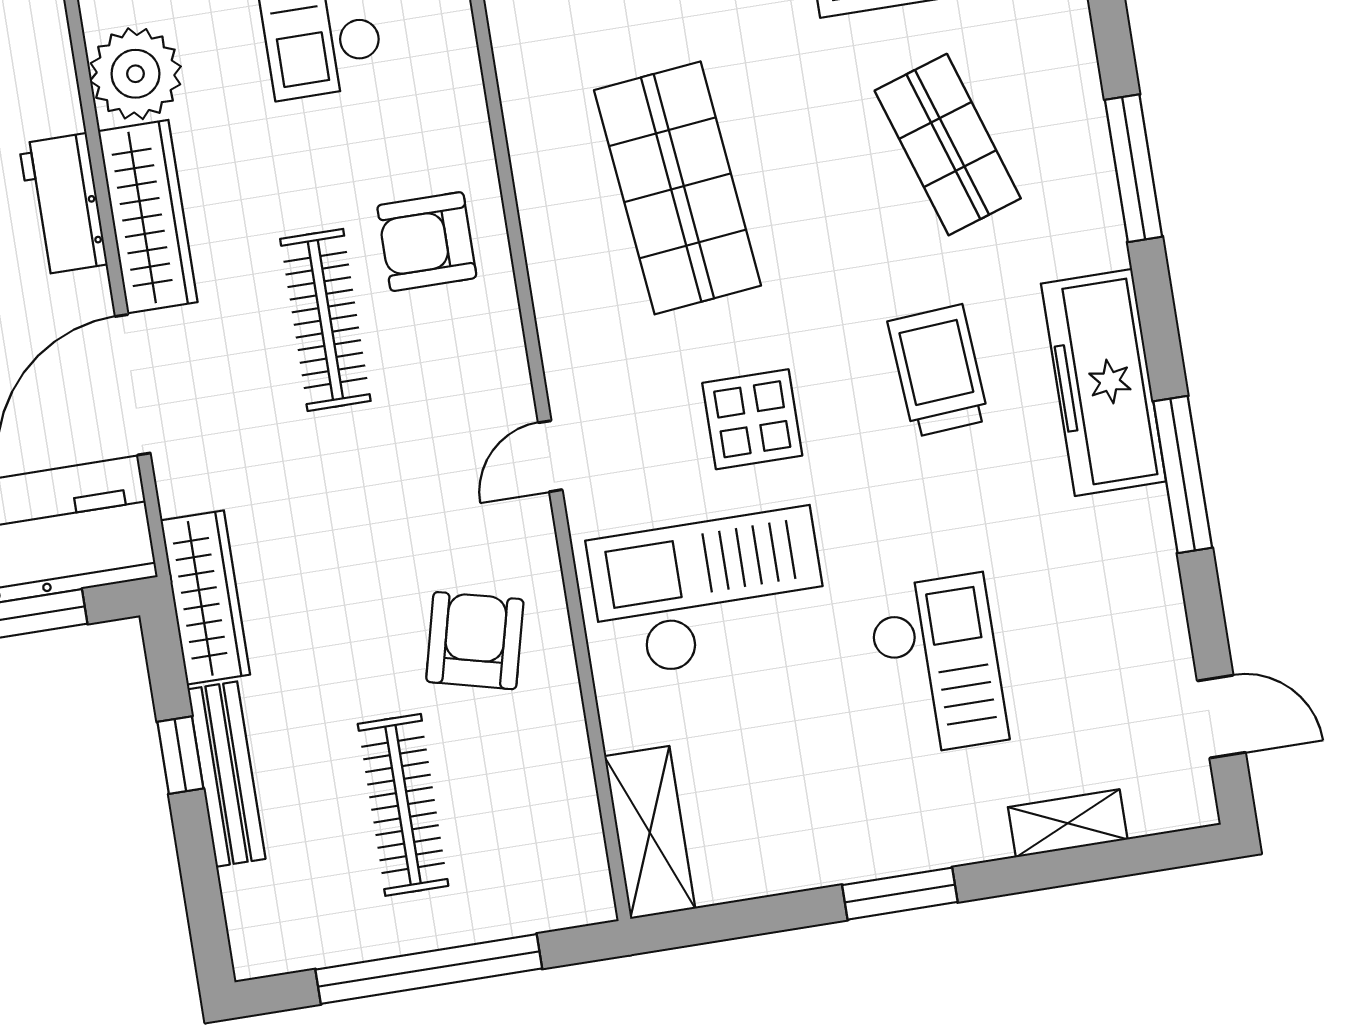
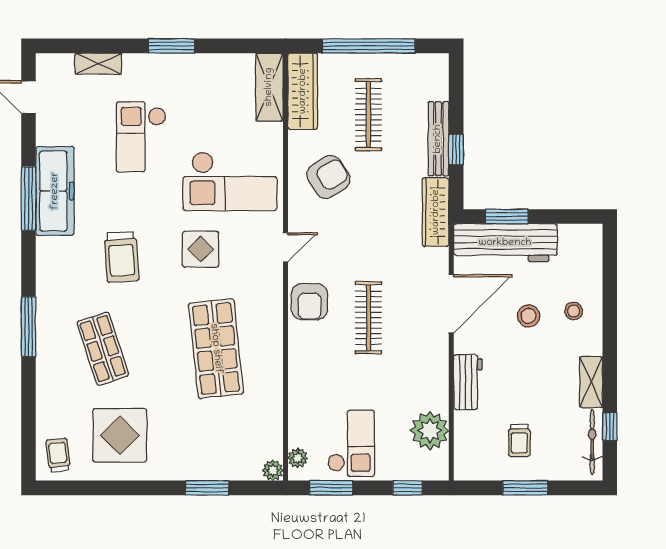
wardrobe: (148, 217) -> (303, 91), moved, turned 180
armchair: (427, 242) -> (310, 302), moved, turned 90
freezer: (1103, 382) -> (55, 191), moved
armchair: (475, 641) -> (328, 177), turned -136

